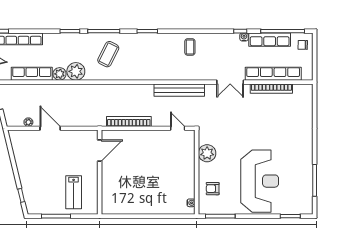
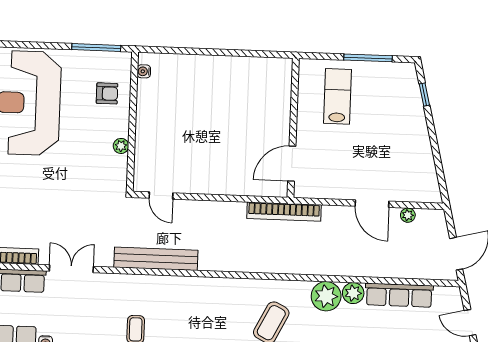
bookcase: (129, 121) -> (284, 212), moved
plant: (207, 153) -> (121, 146), width x0.53, depth x0.53

